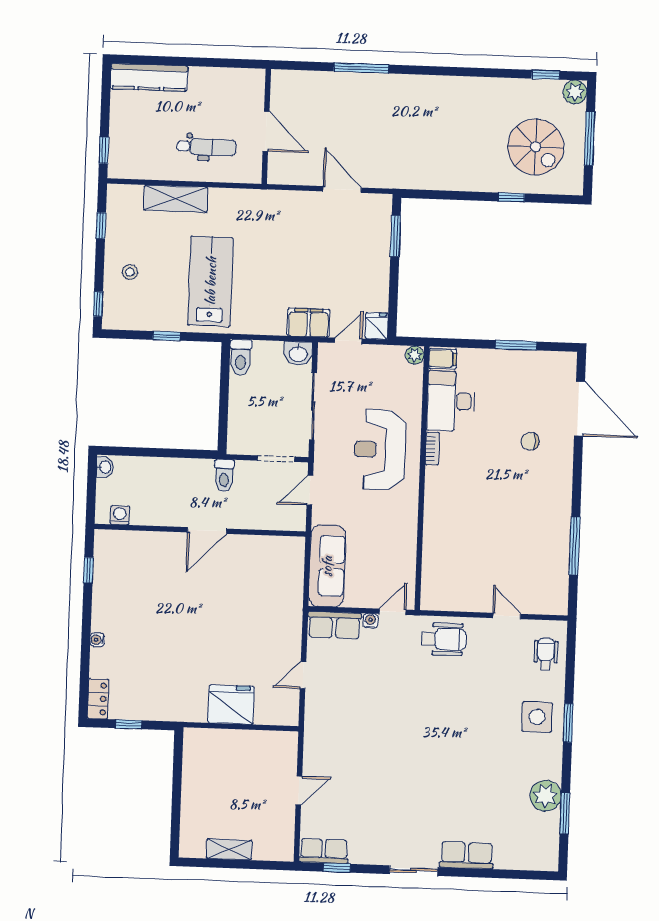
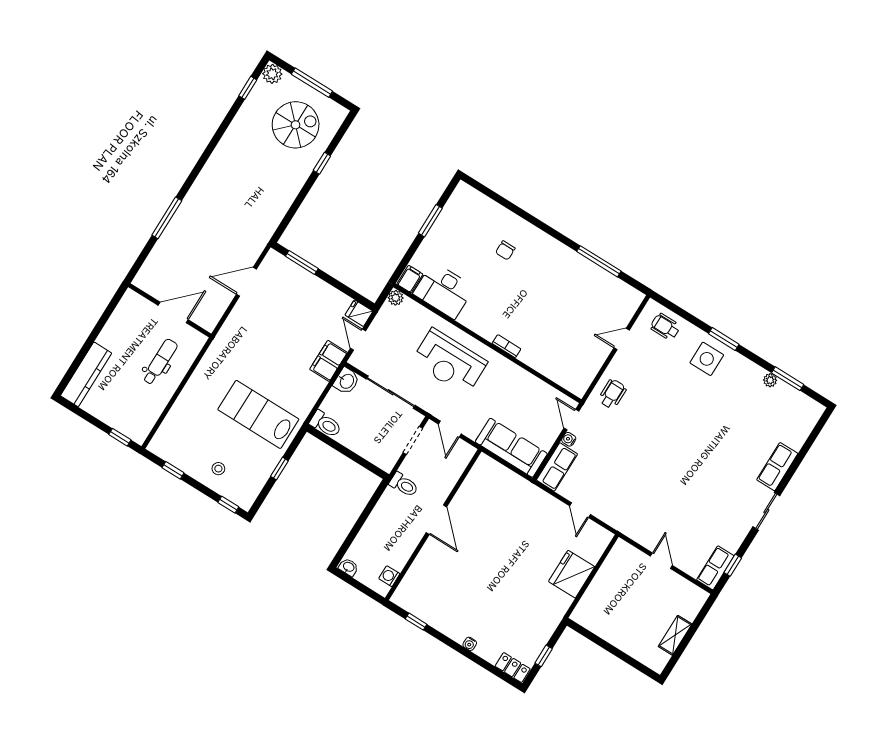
shelving: (176, 199) -> (184, 405), removed
door: (580, 409) -> (502, 201), removed
bookcase: (432, 449) -> (506, 346), moved
wheelchair: (444, 639) -> (612, 394), width x0.73, depth x0.73
plant: (546, 796) -> (770, 380), width x0.53, depth x0.53

